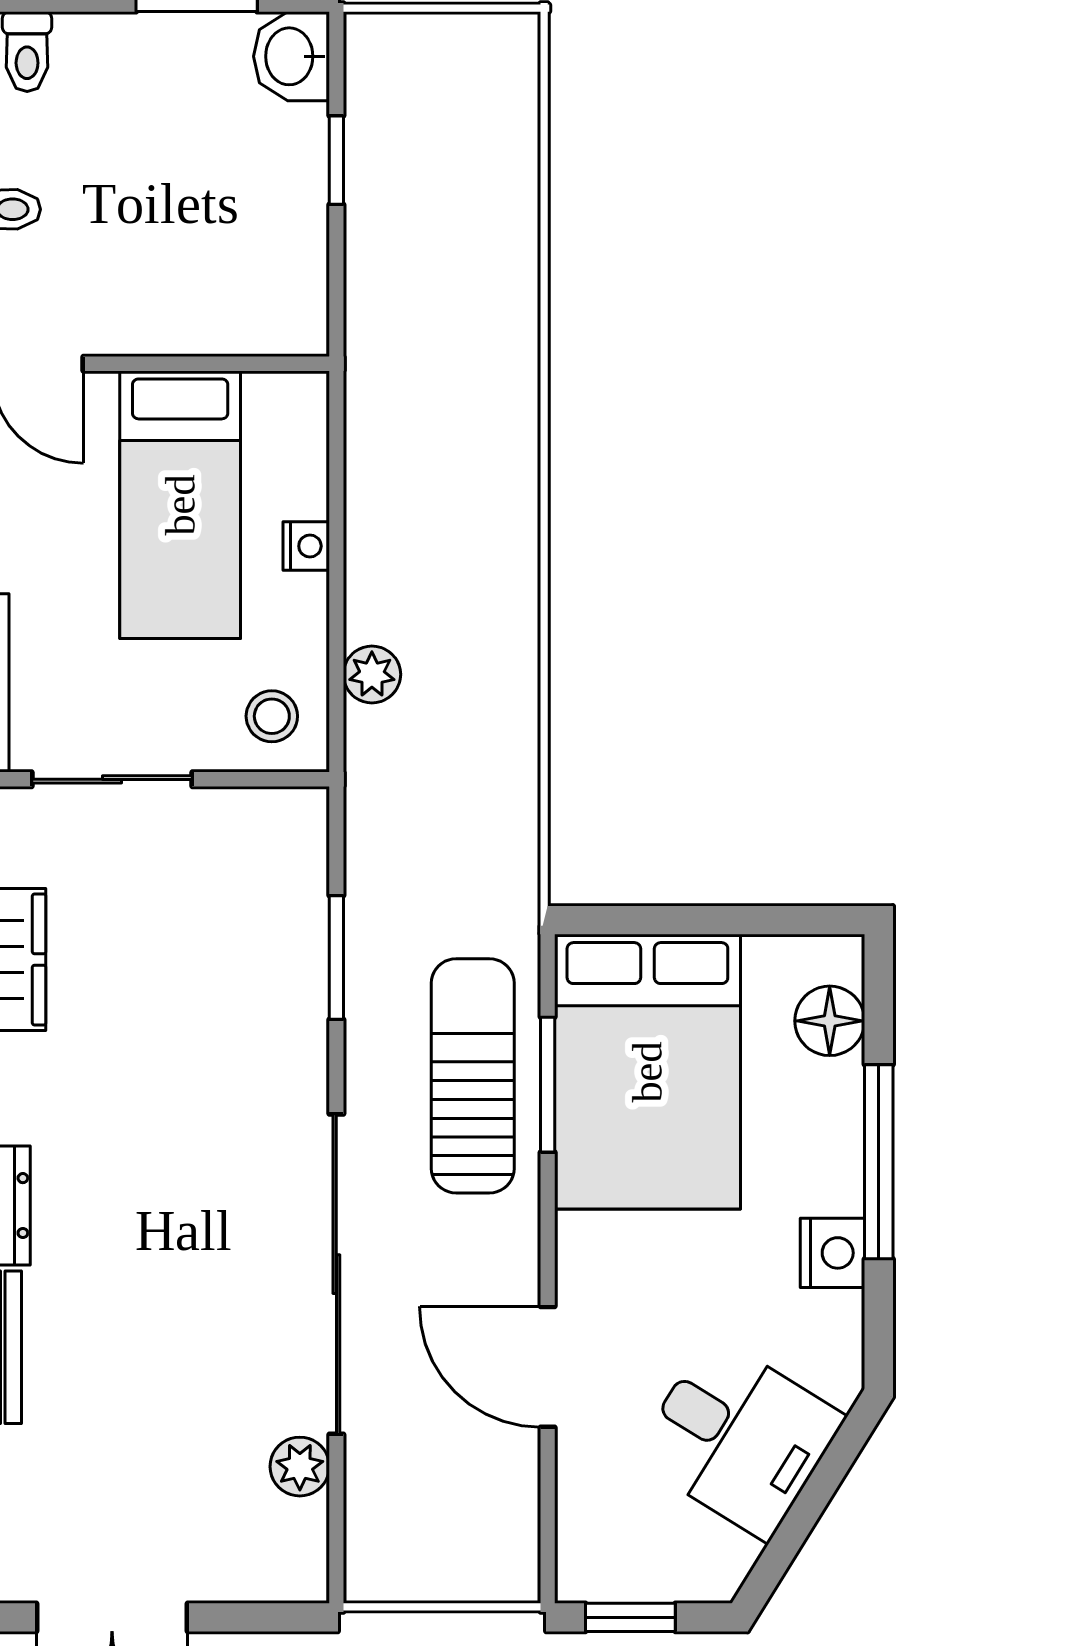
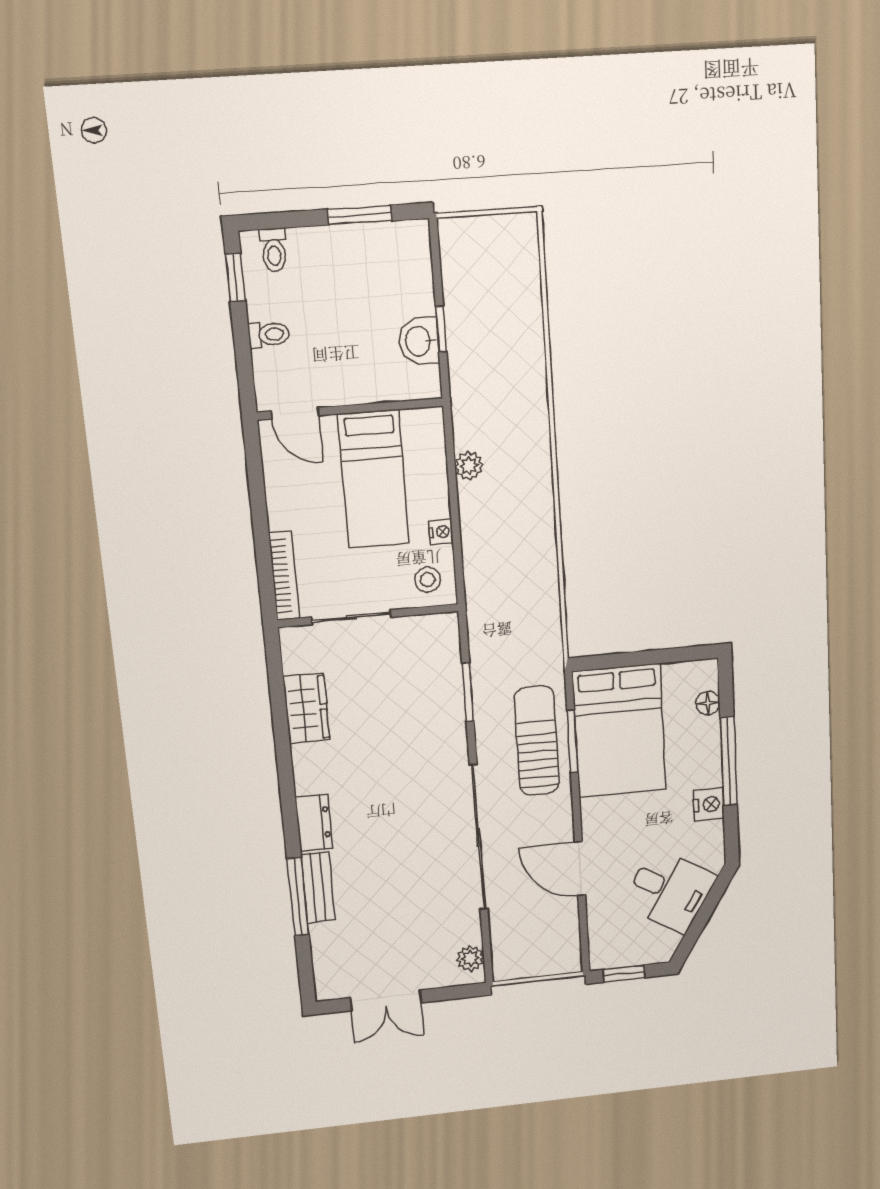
washbasin: (291, 56) -> (419, 341), moved
window: (336, 160) -> (441, 329), moved
nightstand: (306, 546) -> (441, 532), moved
plant: (372, 674) -> (469, 466), moved
floor lamp: (830, 1021) -> (708, 703), width x0.73, depth x0.73
plant: (300, 1467) -> (470, 958), moved

